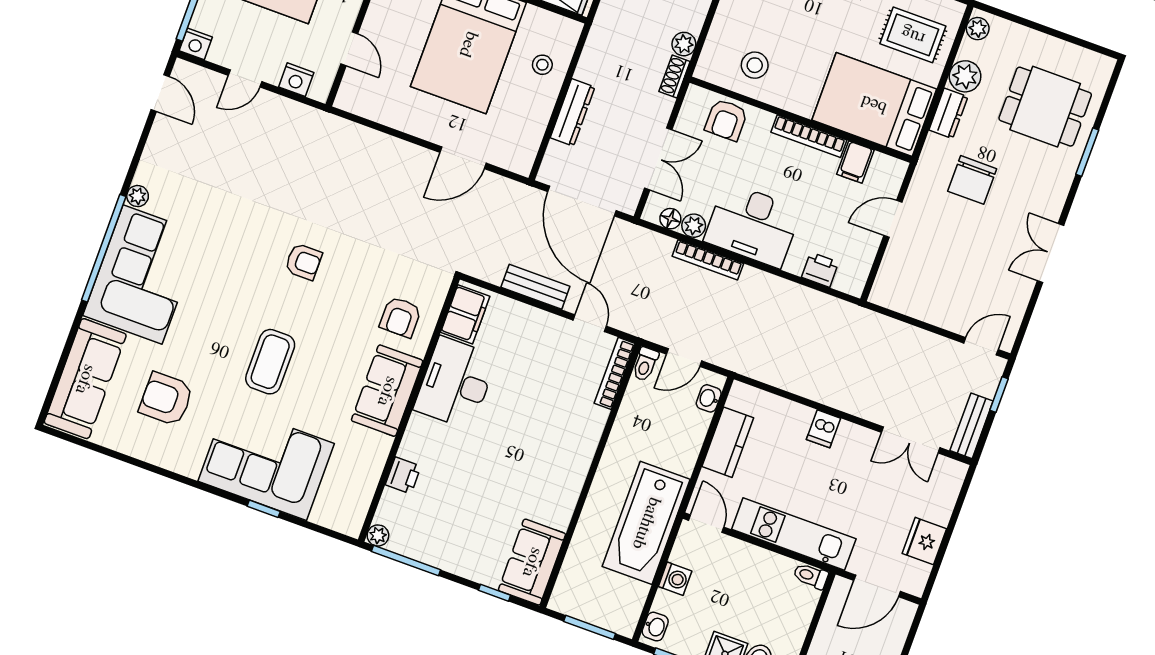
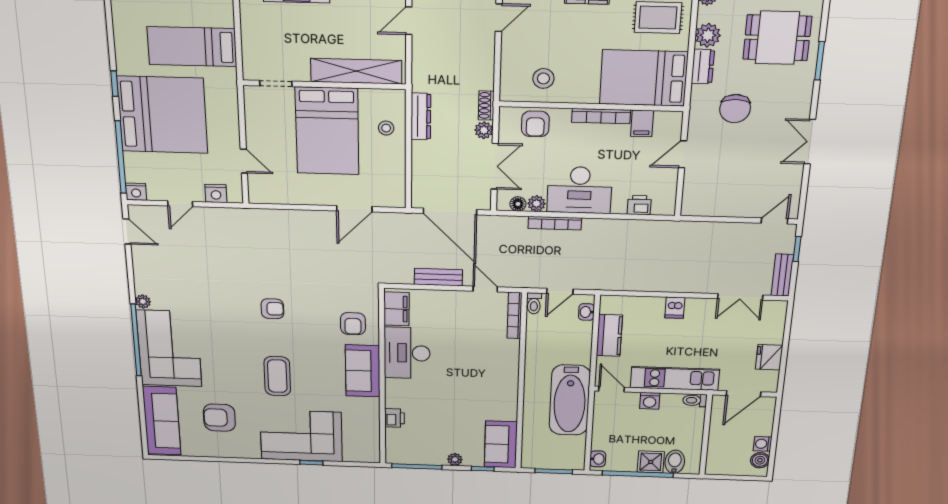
plant: (684, 44) -> (484, 130), moved
dresser: (573, 112) -> (421, 116), moved
plant: (378, 535) -> (455, 459), moved
washing machine: (675, 579) -> (650, 401), moved, turned 90

